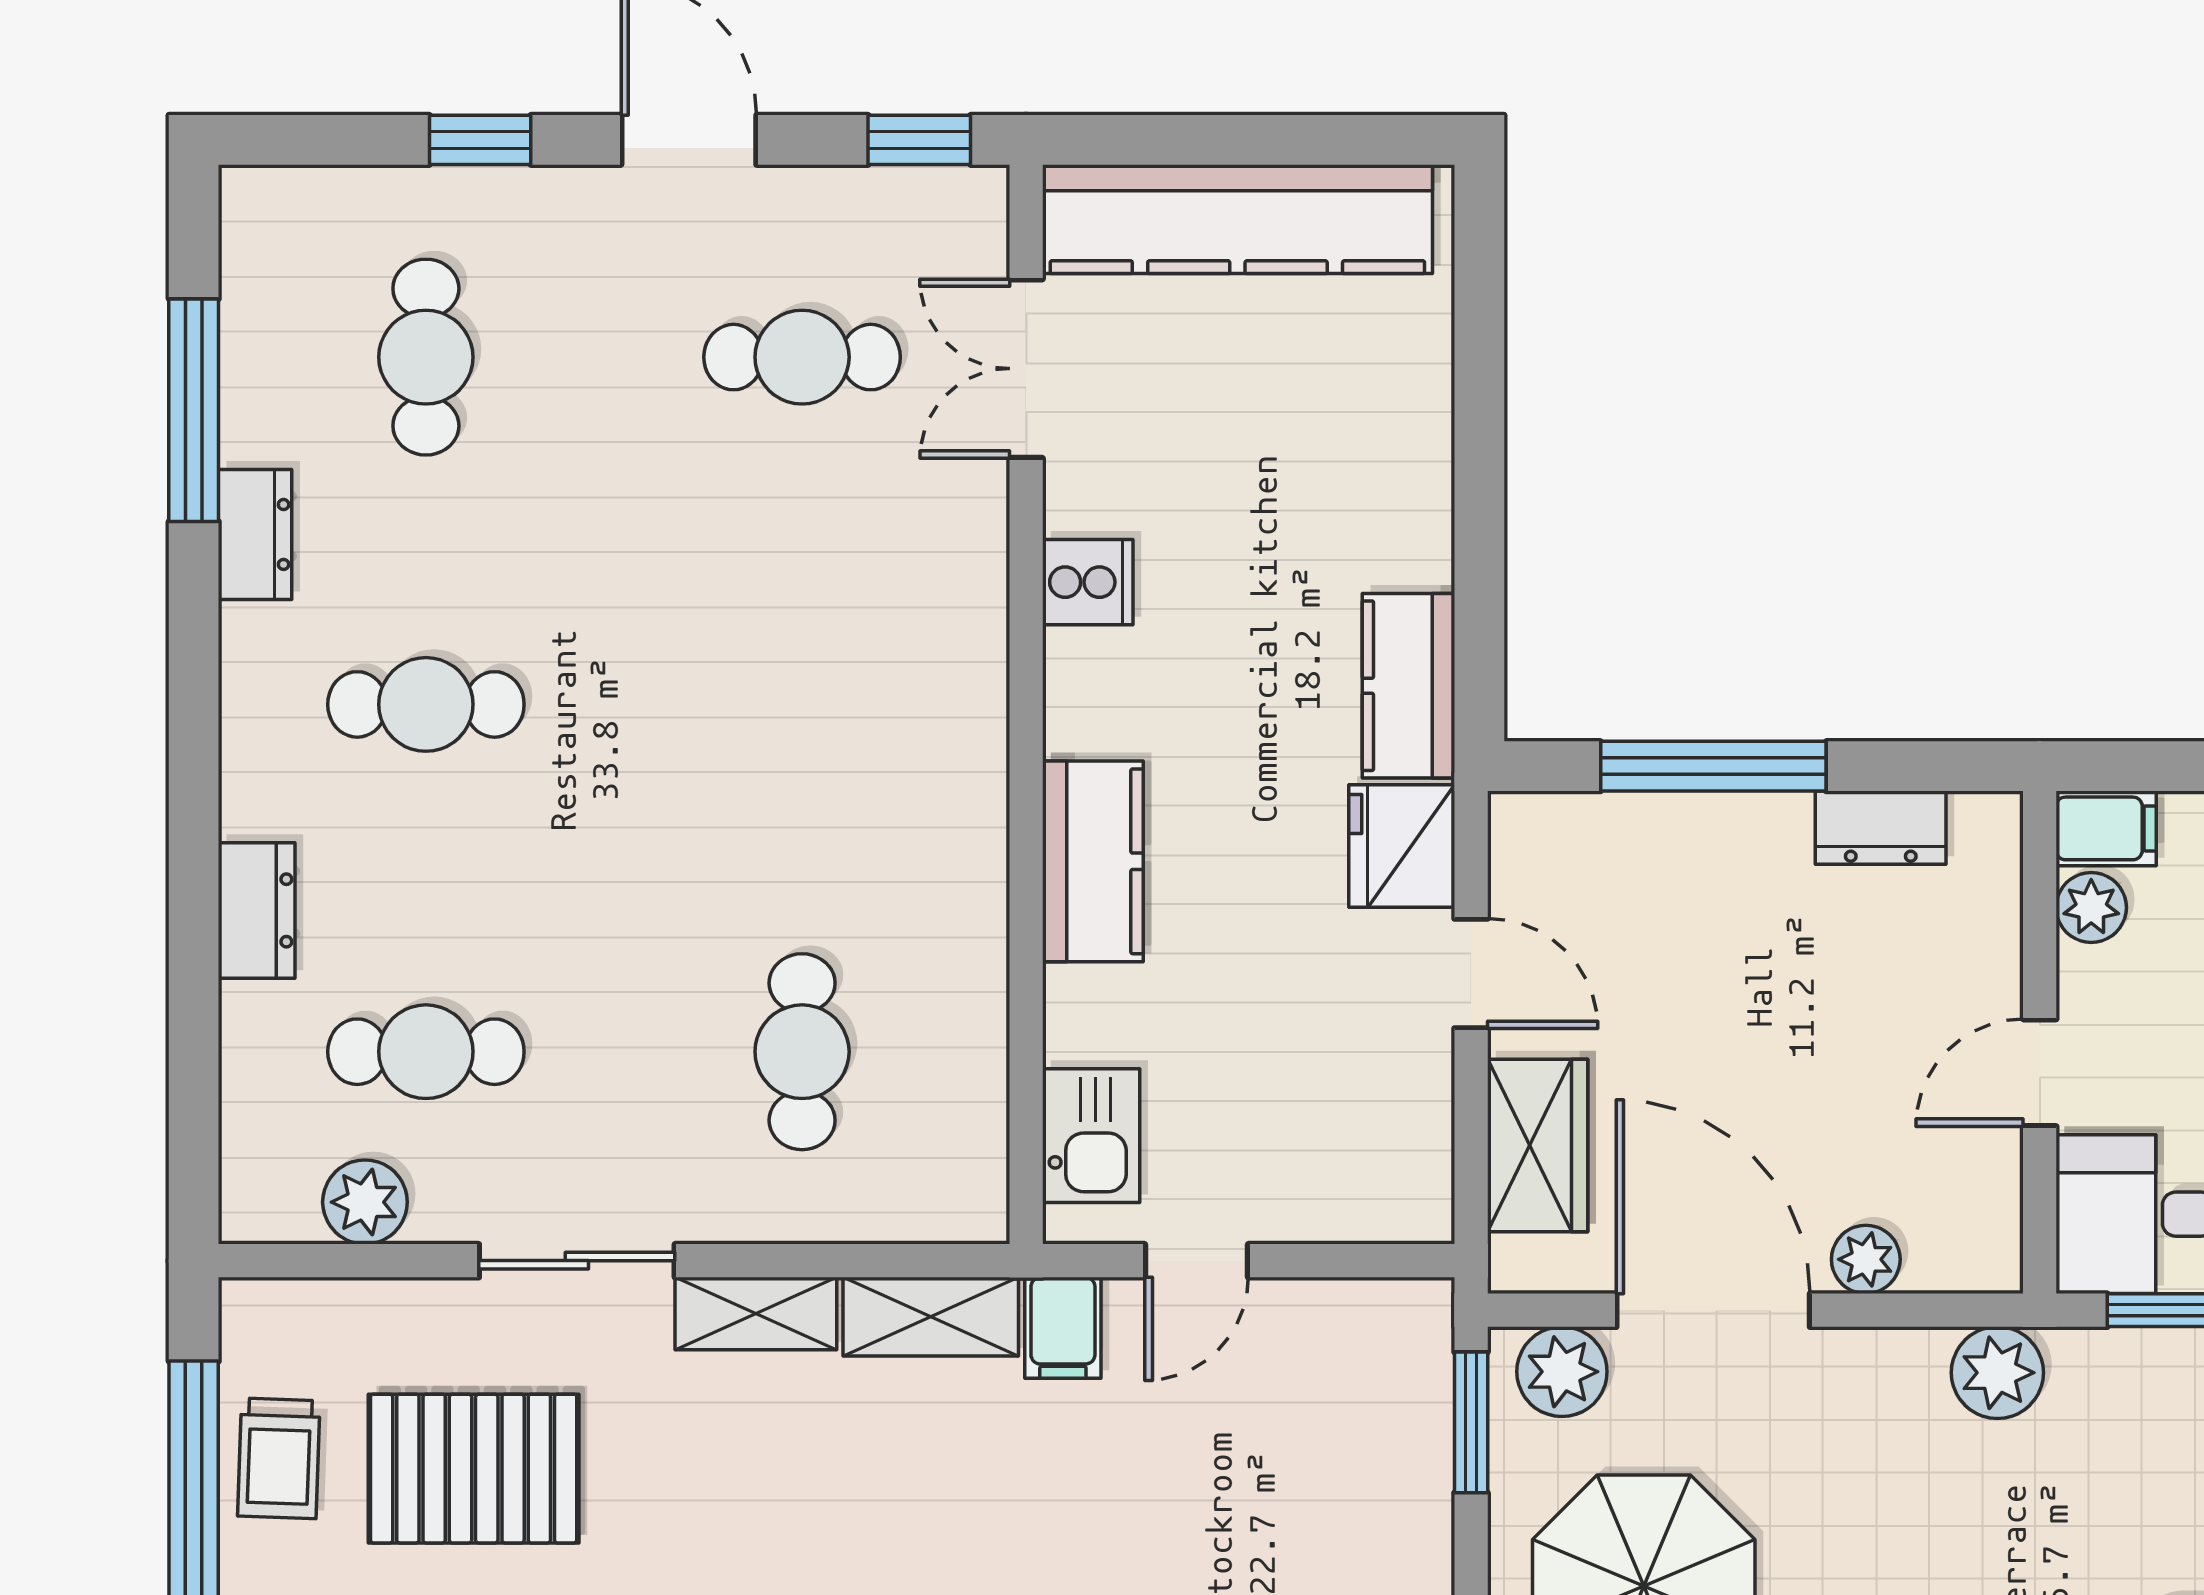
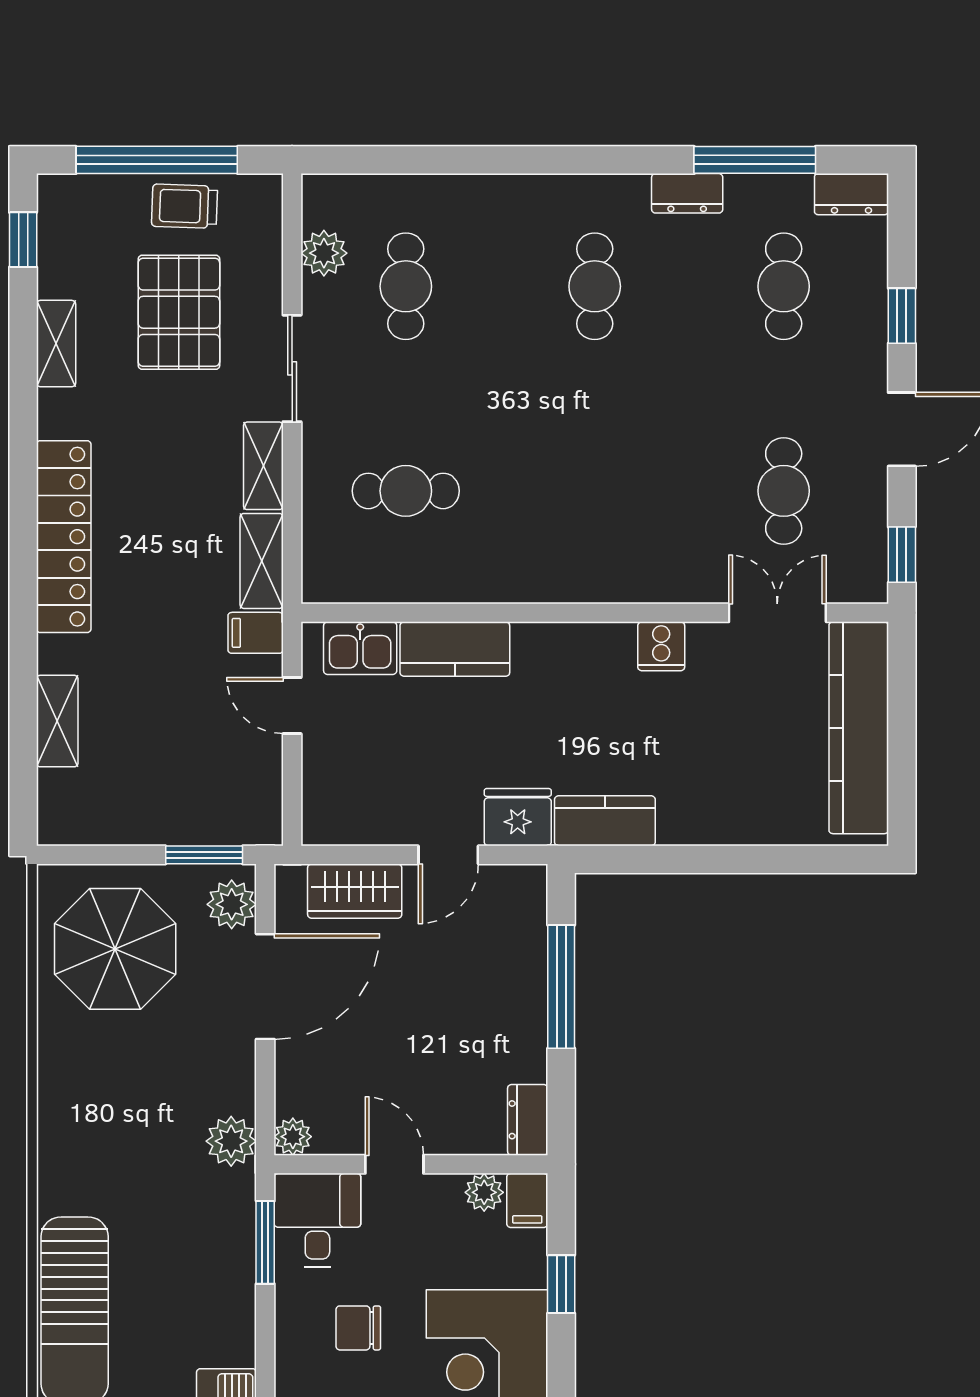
cafe table: (426, 357) -> (784, 286), turned 90
dresser: (1881, 828) -> (528, 1120), moved
kitchen counter: (1093, 861) -> (455, 649), moved
dresser: (257, 910) -> (851, 194), moved
plant: (1866, 1259) -> (293, 1137), moved

